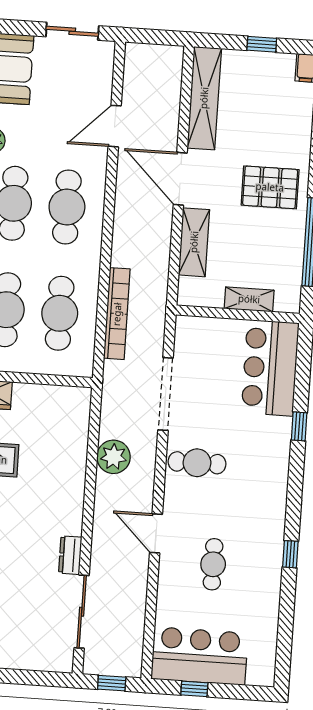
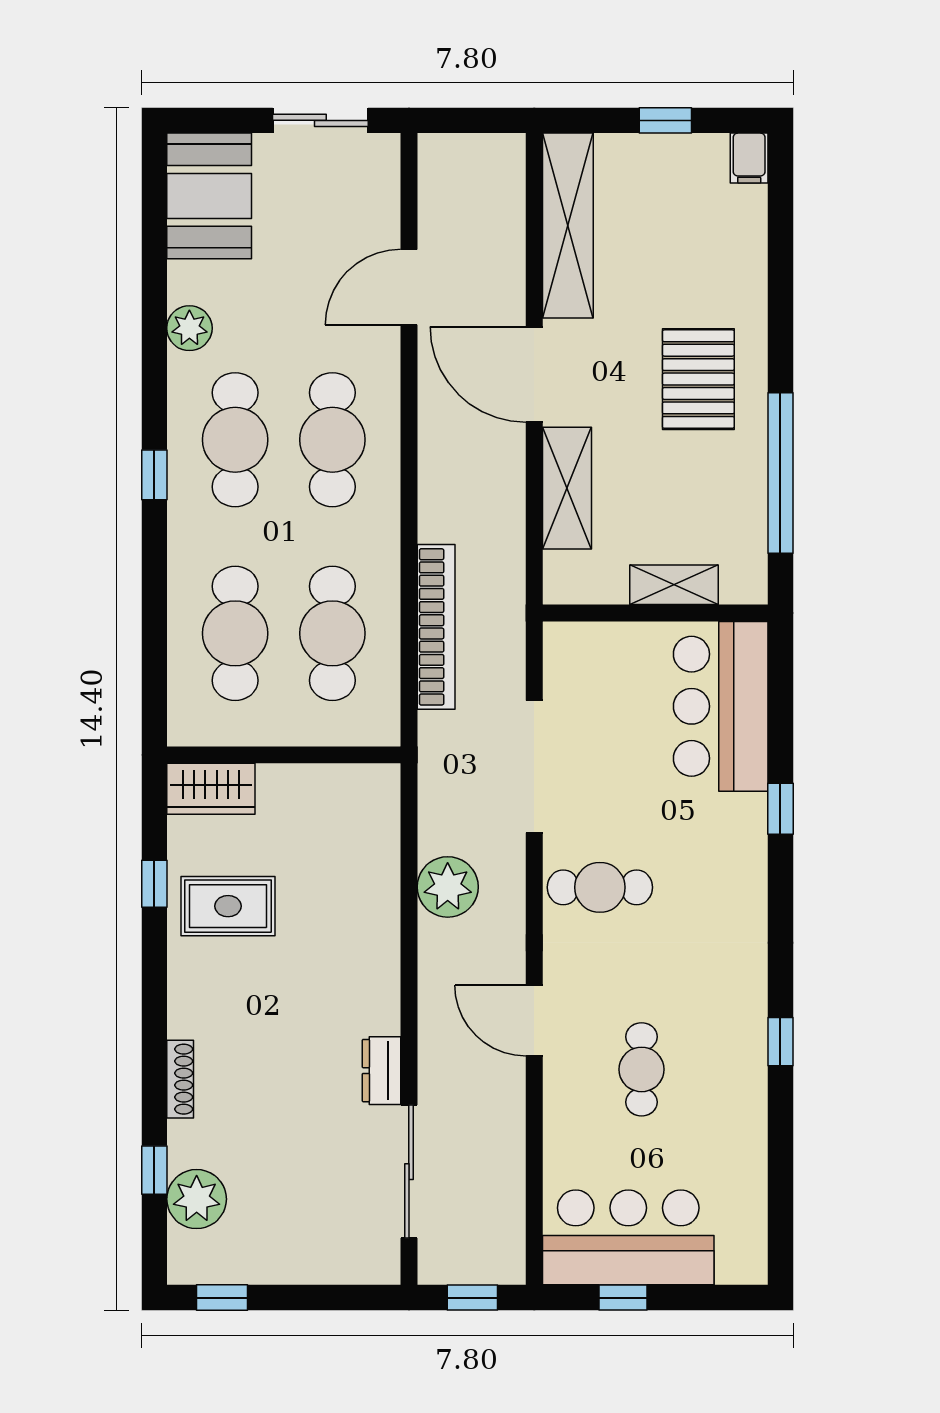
pallet: (270, 187) -> (698, 379), turned 90

